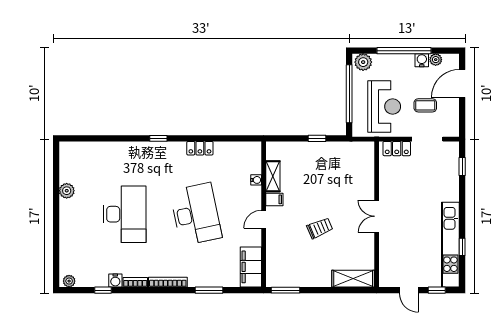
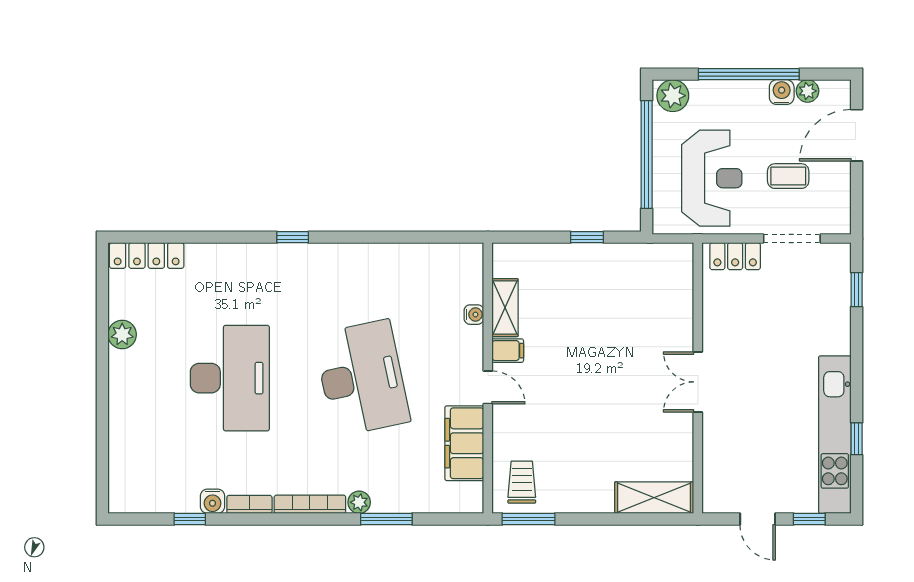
locker: (200, 148) -> (147, 256), moved, width x1.53
door: (264, 219) -> (488, 387), swing flipped
trolley: (320, 228) -> (522, 482), moved, turned -67
filing cabinet: (251, 267) -> (464, 443), moved
plant: (69, 281) -> (359, 502), moved

